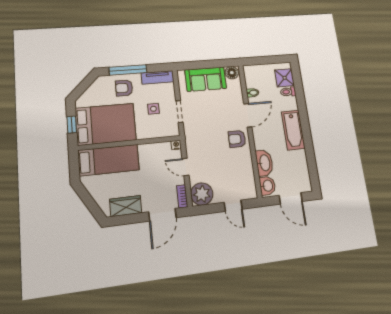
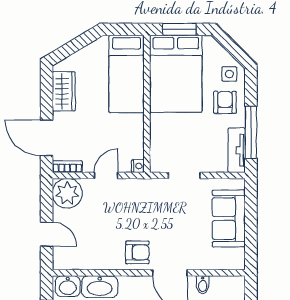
window: (128, 70) -> (251, 132), moved
floor lamp: (232, 73) -> (236, 258), removed
side table: (153, 109) -> (229, 74), moved
window: (72, 125) -> (179, 29), width x1.50
armchair: (237, 139) -> (137, 252), turned 90
door: (233, 206) -> (47, 234), swing flipped

